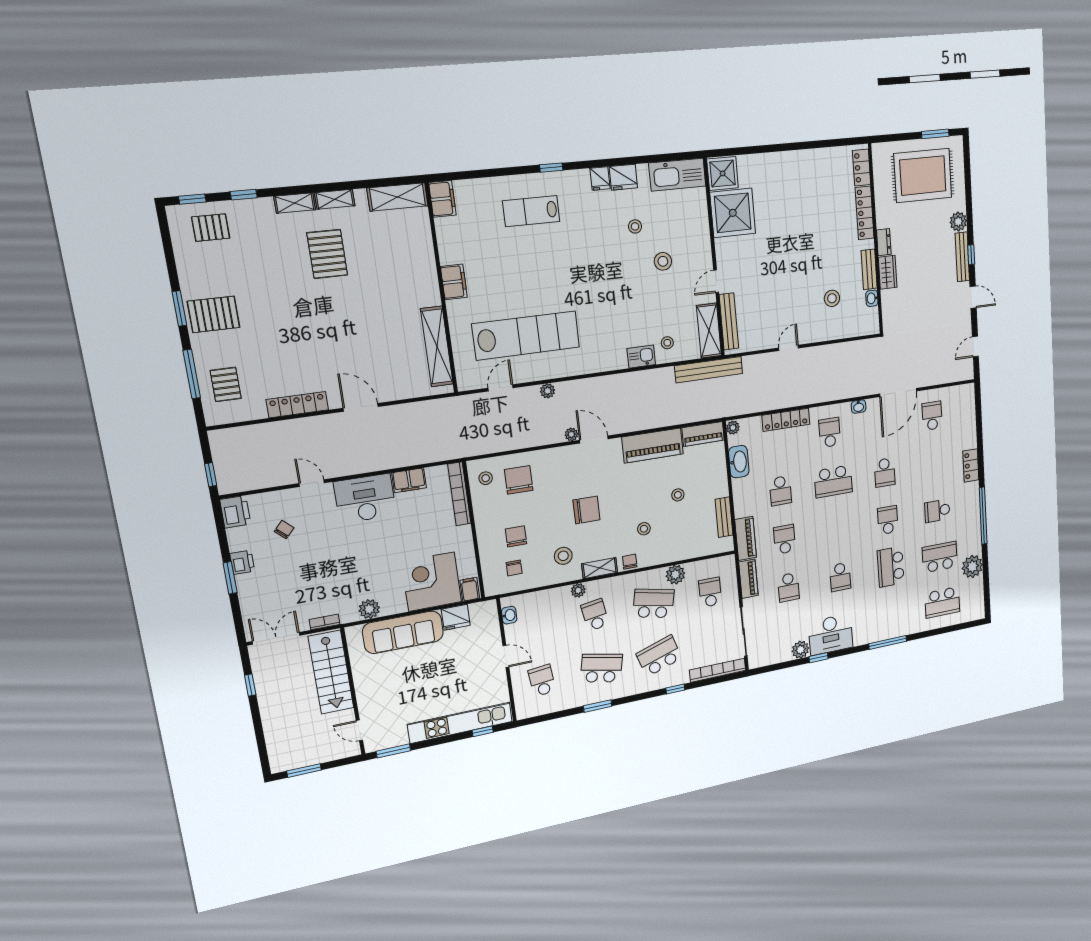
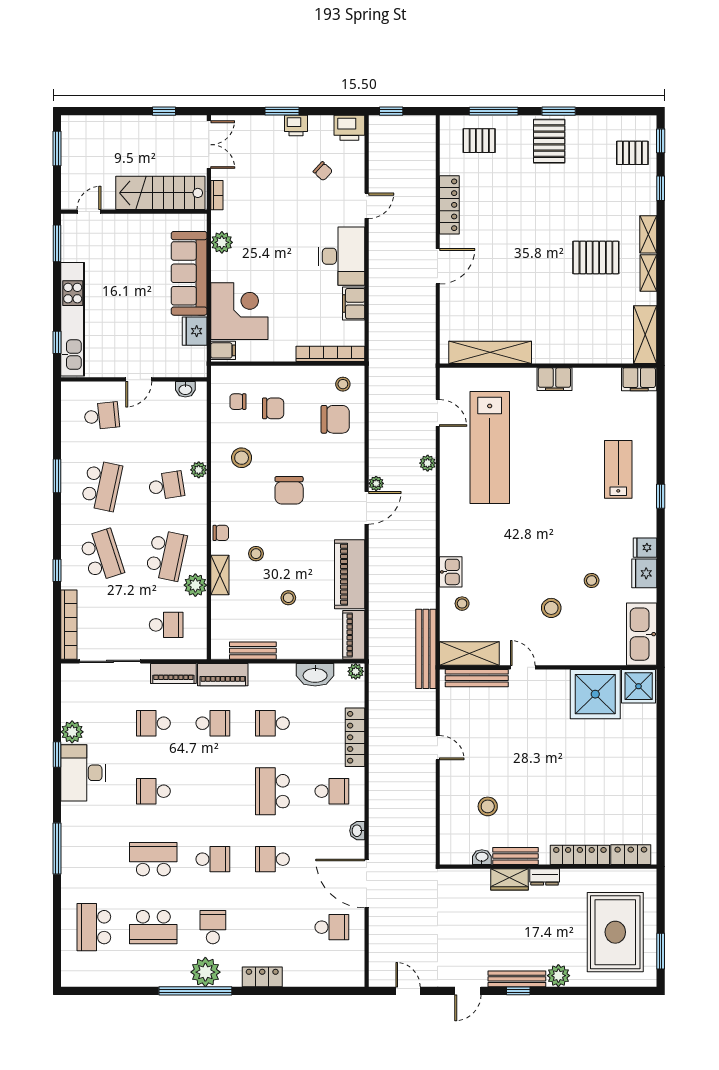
pallet: (211, 228) -> (632, 153), turned 90
school desk: (940, 557) -> (153, 927), turned 90
plant: (972, 567) -> (205, 972), moved
shelving: (600, 568) -> (220, 575), moved

